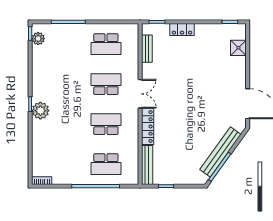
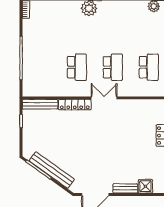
school desk: (106, 44) -> (149, 67), turned 180
bench: (147, 49) -> (125, 188), moved
double door: (140, 94) -> (104, 98), swing flipped
school desk: (106, 164) -> (41, 67), removed

